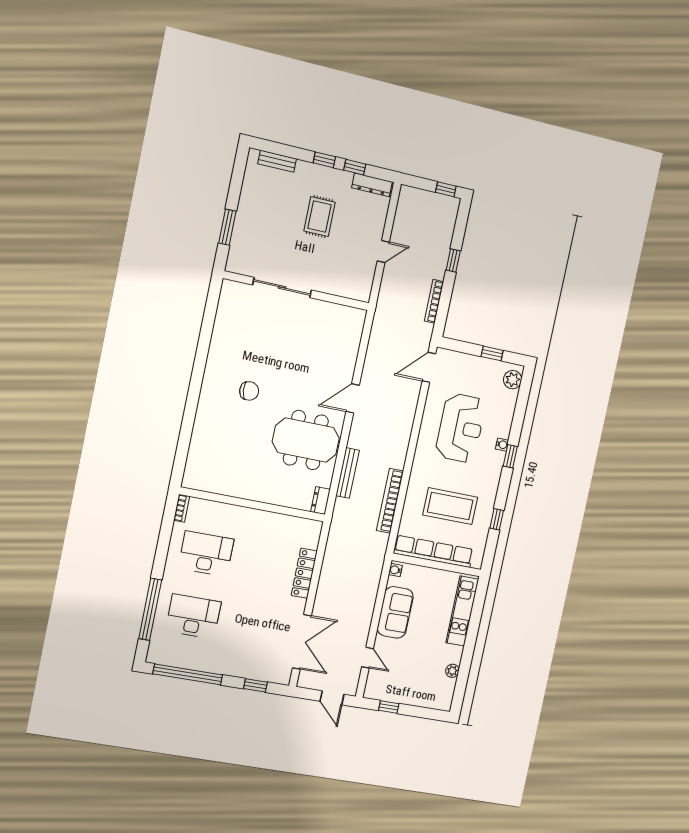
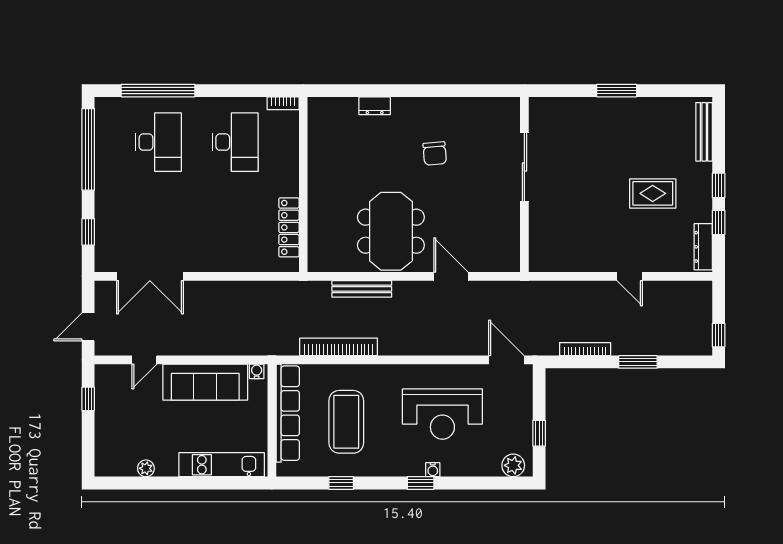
bench: (277, 161) -> (704, 132), width x1.36
window: (453, 261) -> (638, 362), width x1.50
sliding door: (282, 287) -> (524, 167), moved
wall: (297, 291) -> (524, 185), moved
dresser: (320, 500) -> (375, 106), moved, turned 180
locker: (304, 573) -> (289, 227), moved, turned -90
sofa: (395, 612) -> (205, 382), width x1.36

